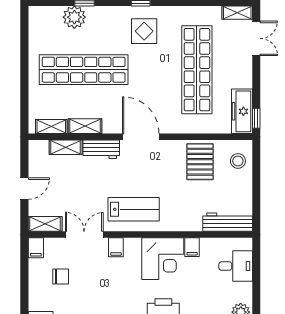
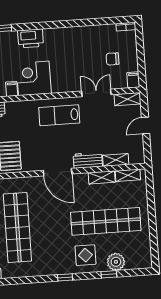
display table: (144, 31) -> (85, 255), moved
double door: (84, 235) -> (96, 93), swing flipped
filing cabinet: (116, 247) -> (71, 85), removed

